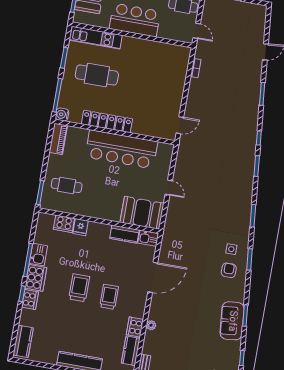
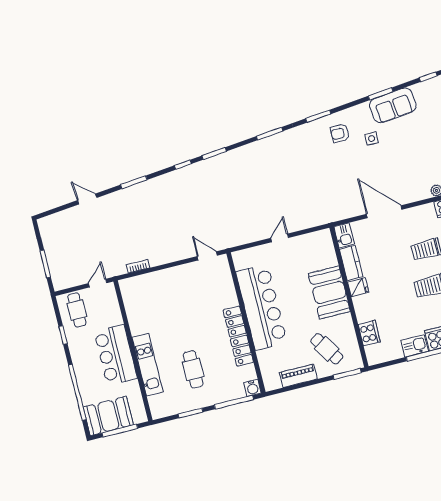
kitchen unit: (96, 38) -> (147, 365), moved
cafe table: (97, 75) -> (193, 369), width x0.73, depth x0.74
piano: (58, 139) -> (298, 376), moved
cafe table: (67, 185) -> (327, 349), turned -33
booth: (142, 213) -> (329, 292), moved
fridge: (81, 227) -> (358, 287), moved
side table: (231, 249) -> (372, 139), moved

